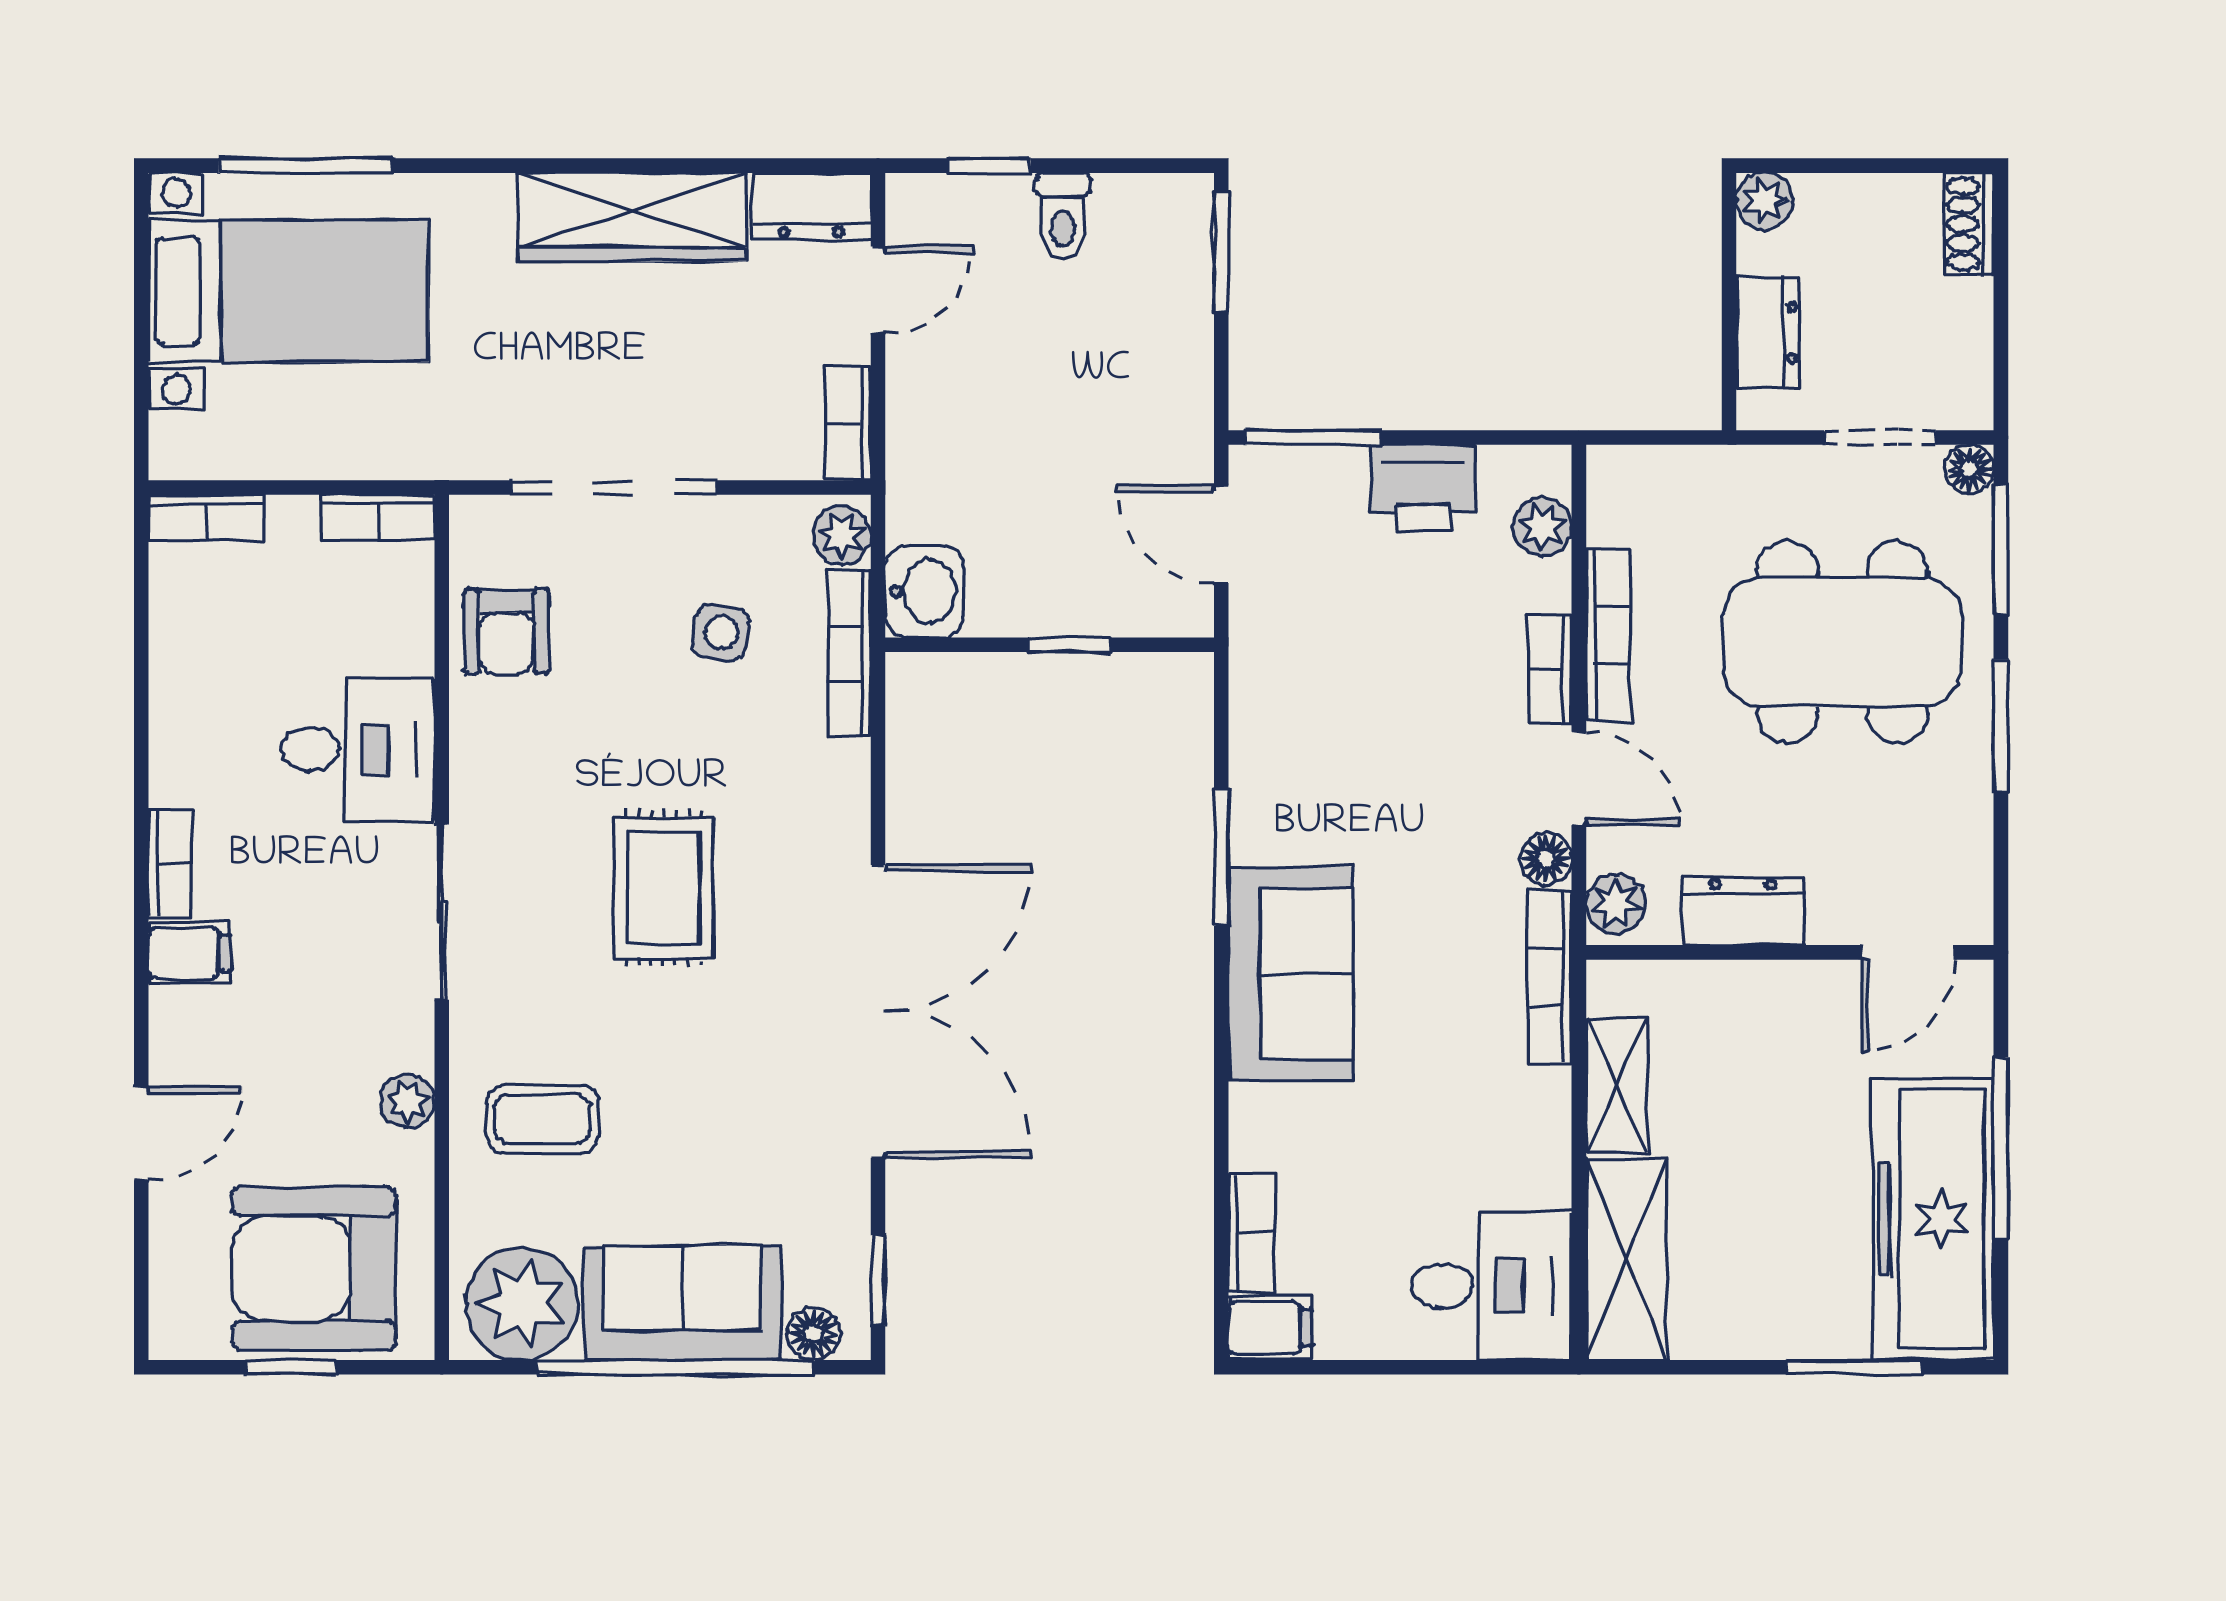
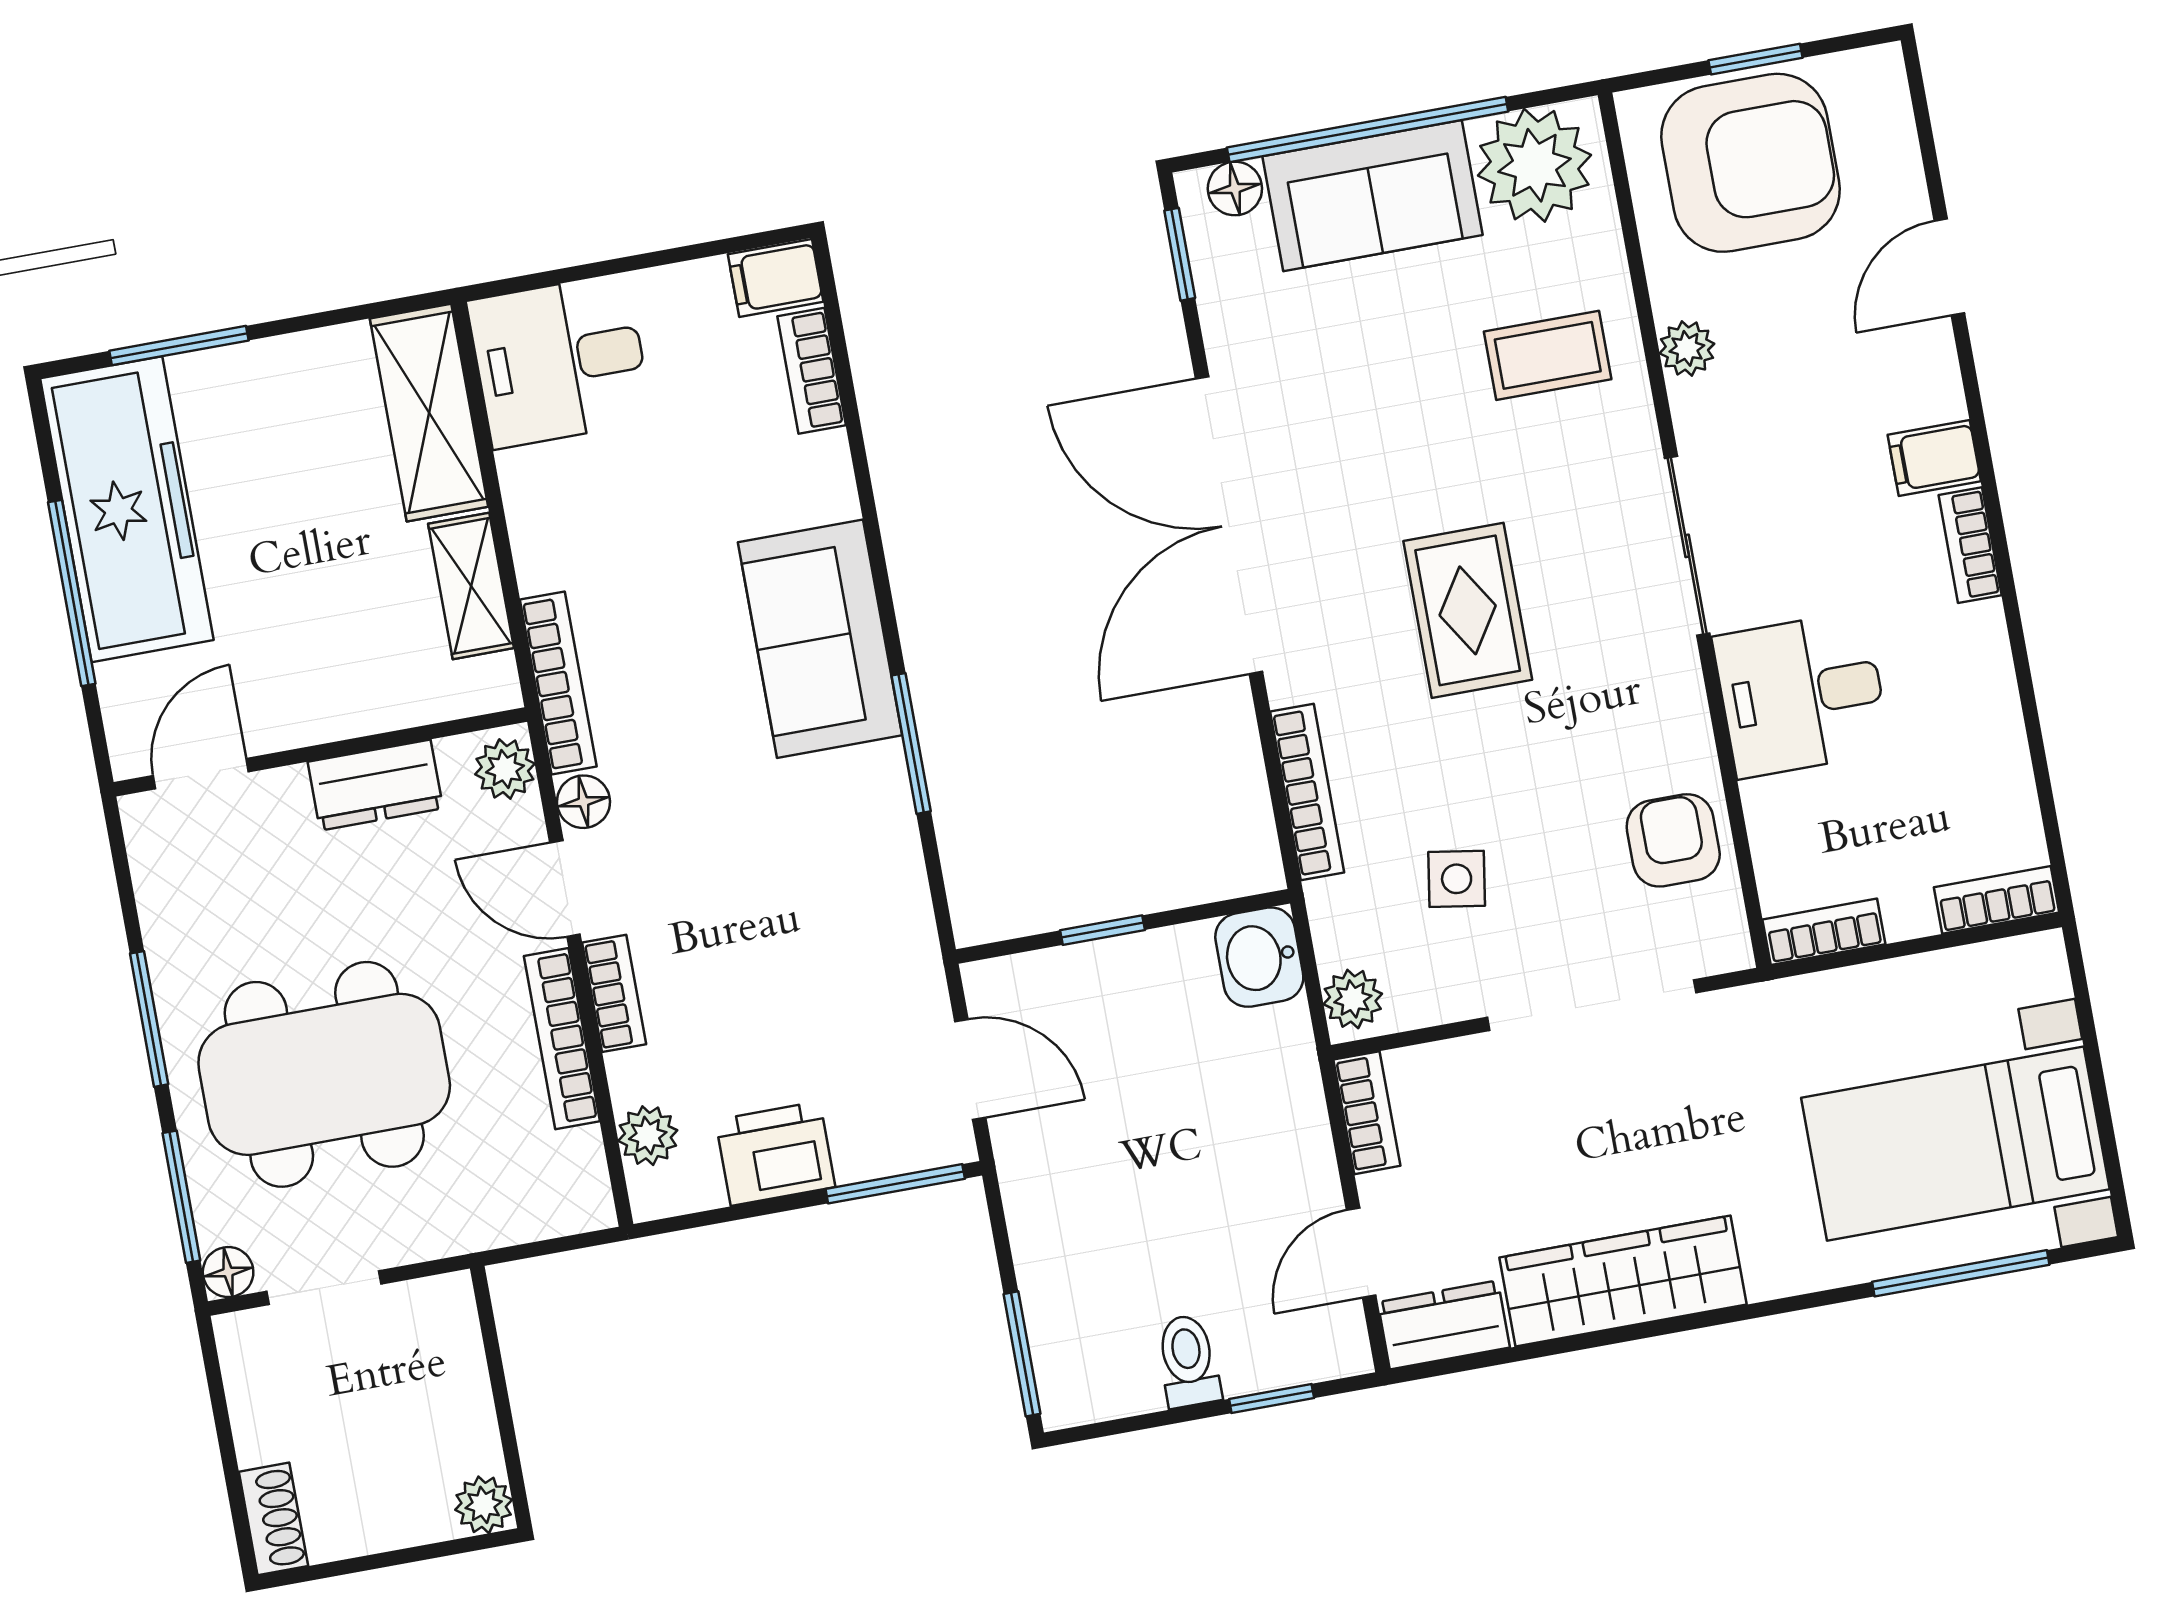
dresser: (1768, 332) -> (456, 1373), removed
bookcase: (849, 654) -> (1307, 792), moved

